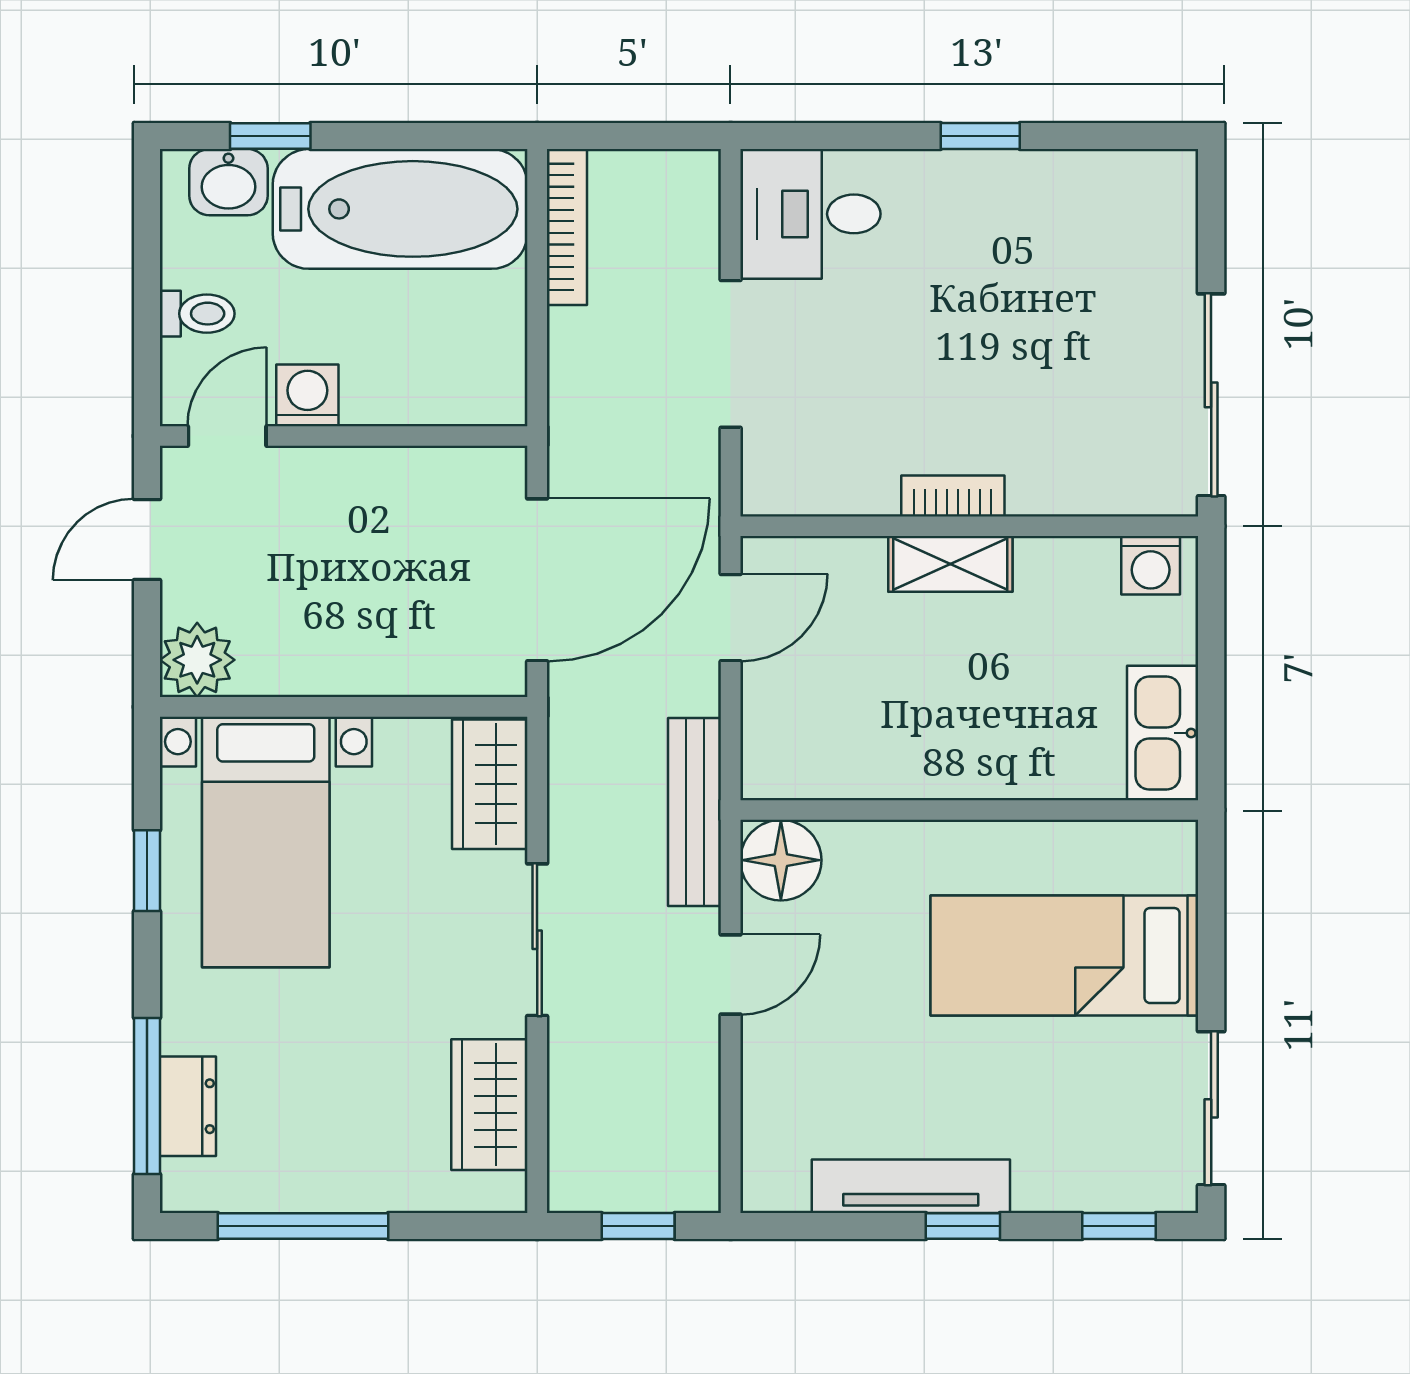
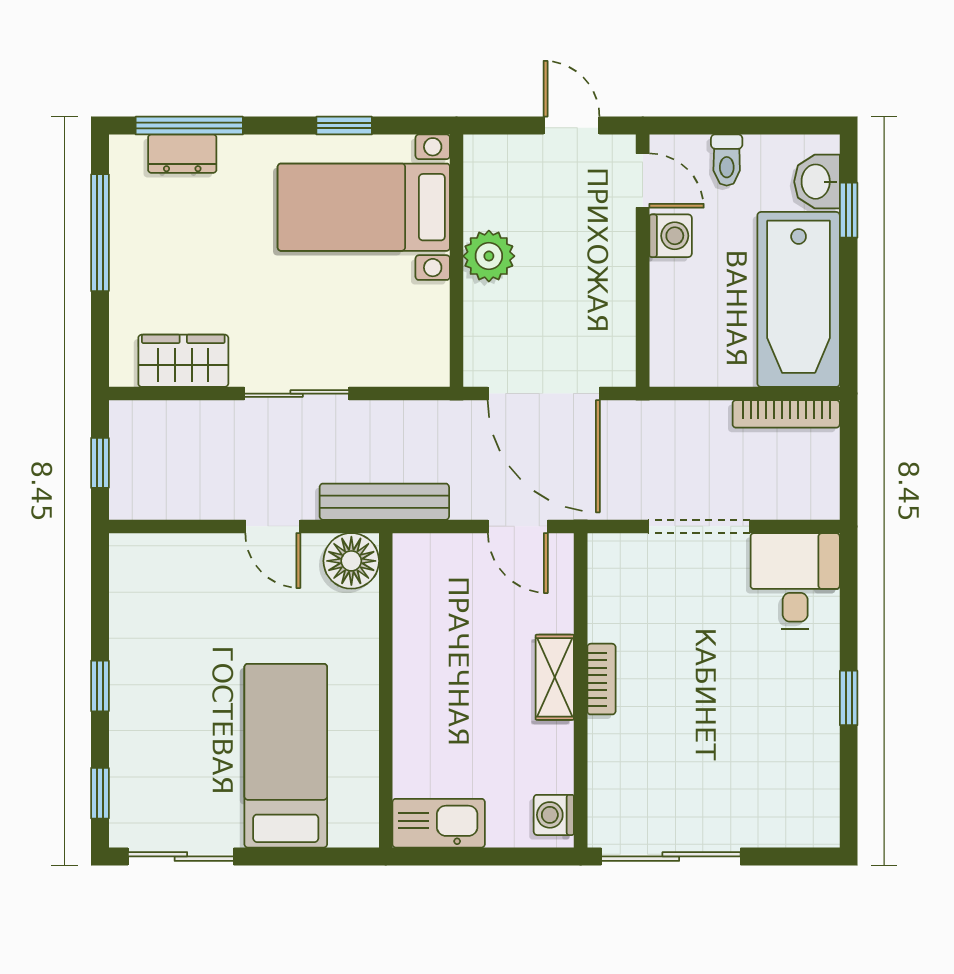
plant: (197, 660) -> (489, 256), moved
wardrobe: (490, 784) -> (403, 361), removed
tv unit: (911, 1186) -> (127, 650), removed

